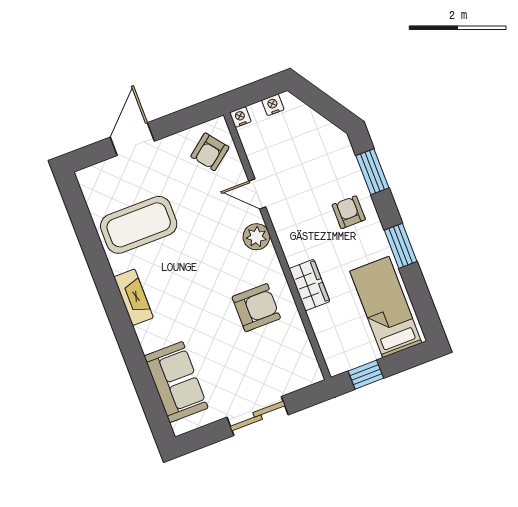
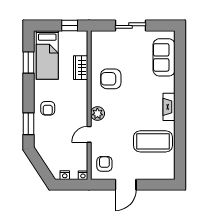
door: (132, 139) -> (126, 185), moved
armchair: (210, 152) -> (104, 164), turned -52
door: (257, 194) -> (89, 134), swing flipped
window: (401, 246) -> (28, 62), moved
wardrobe: (309, 285) -> (81, 68), moved

